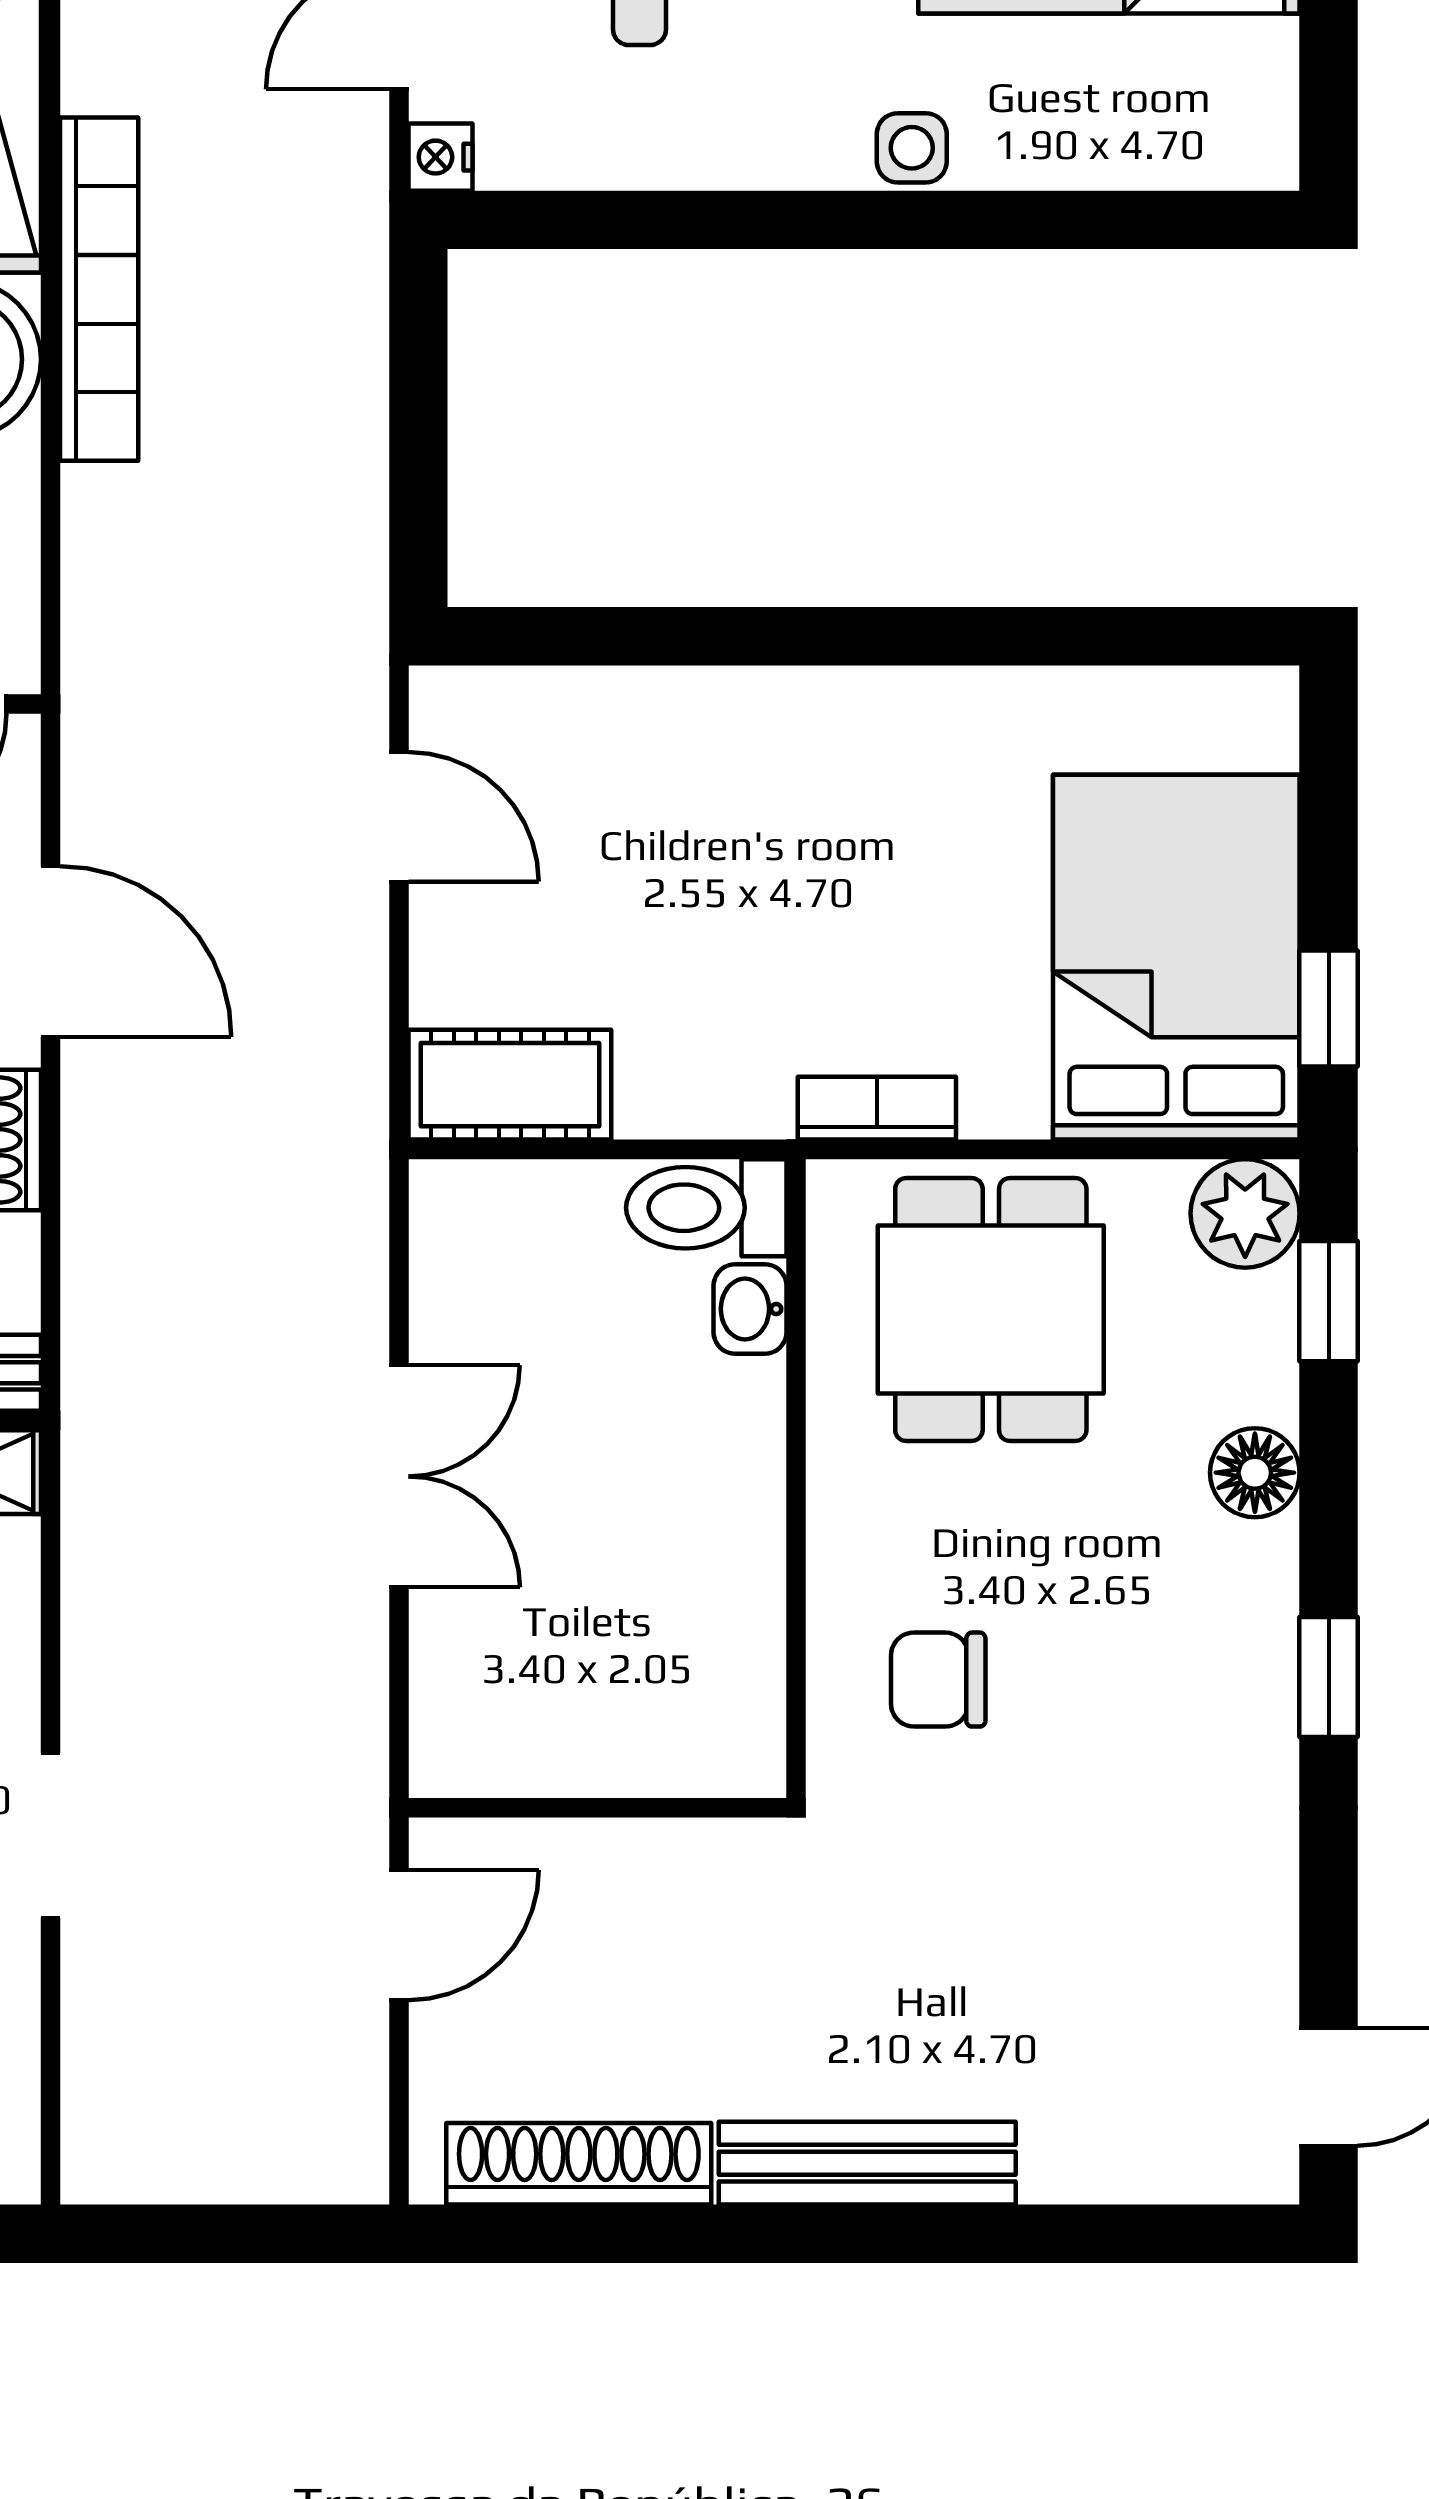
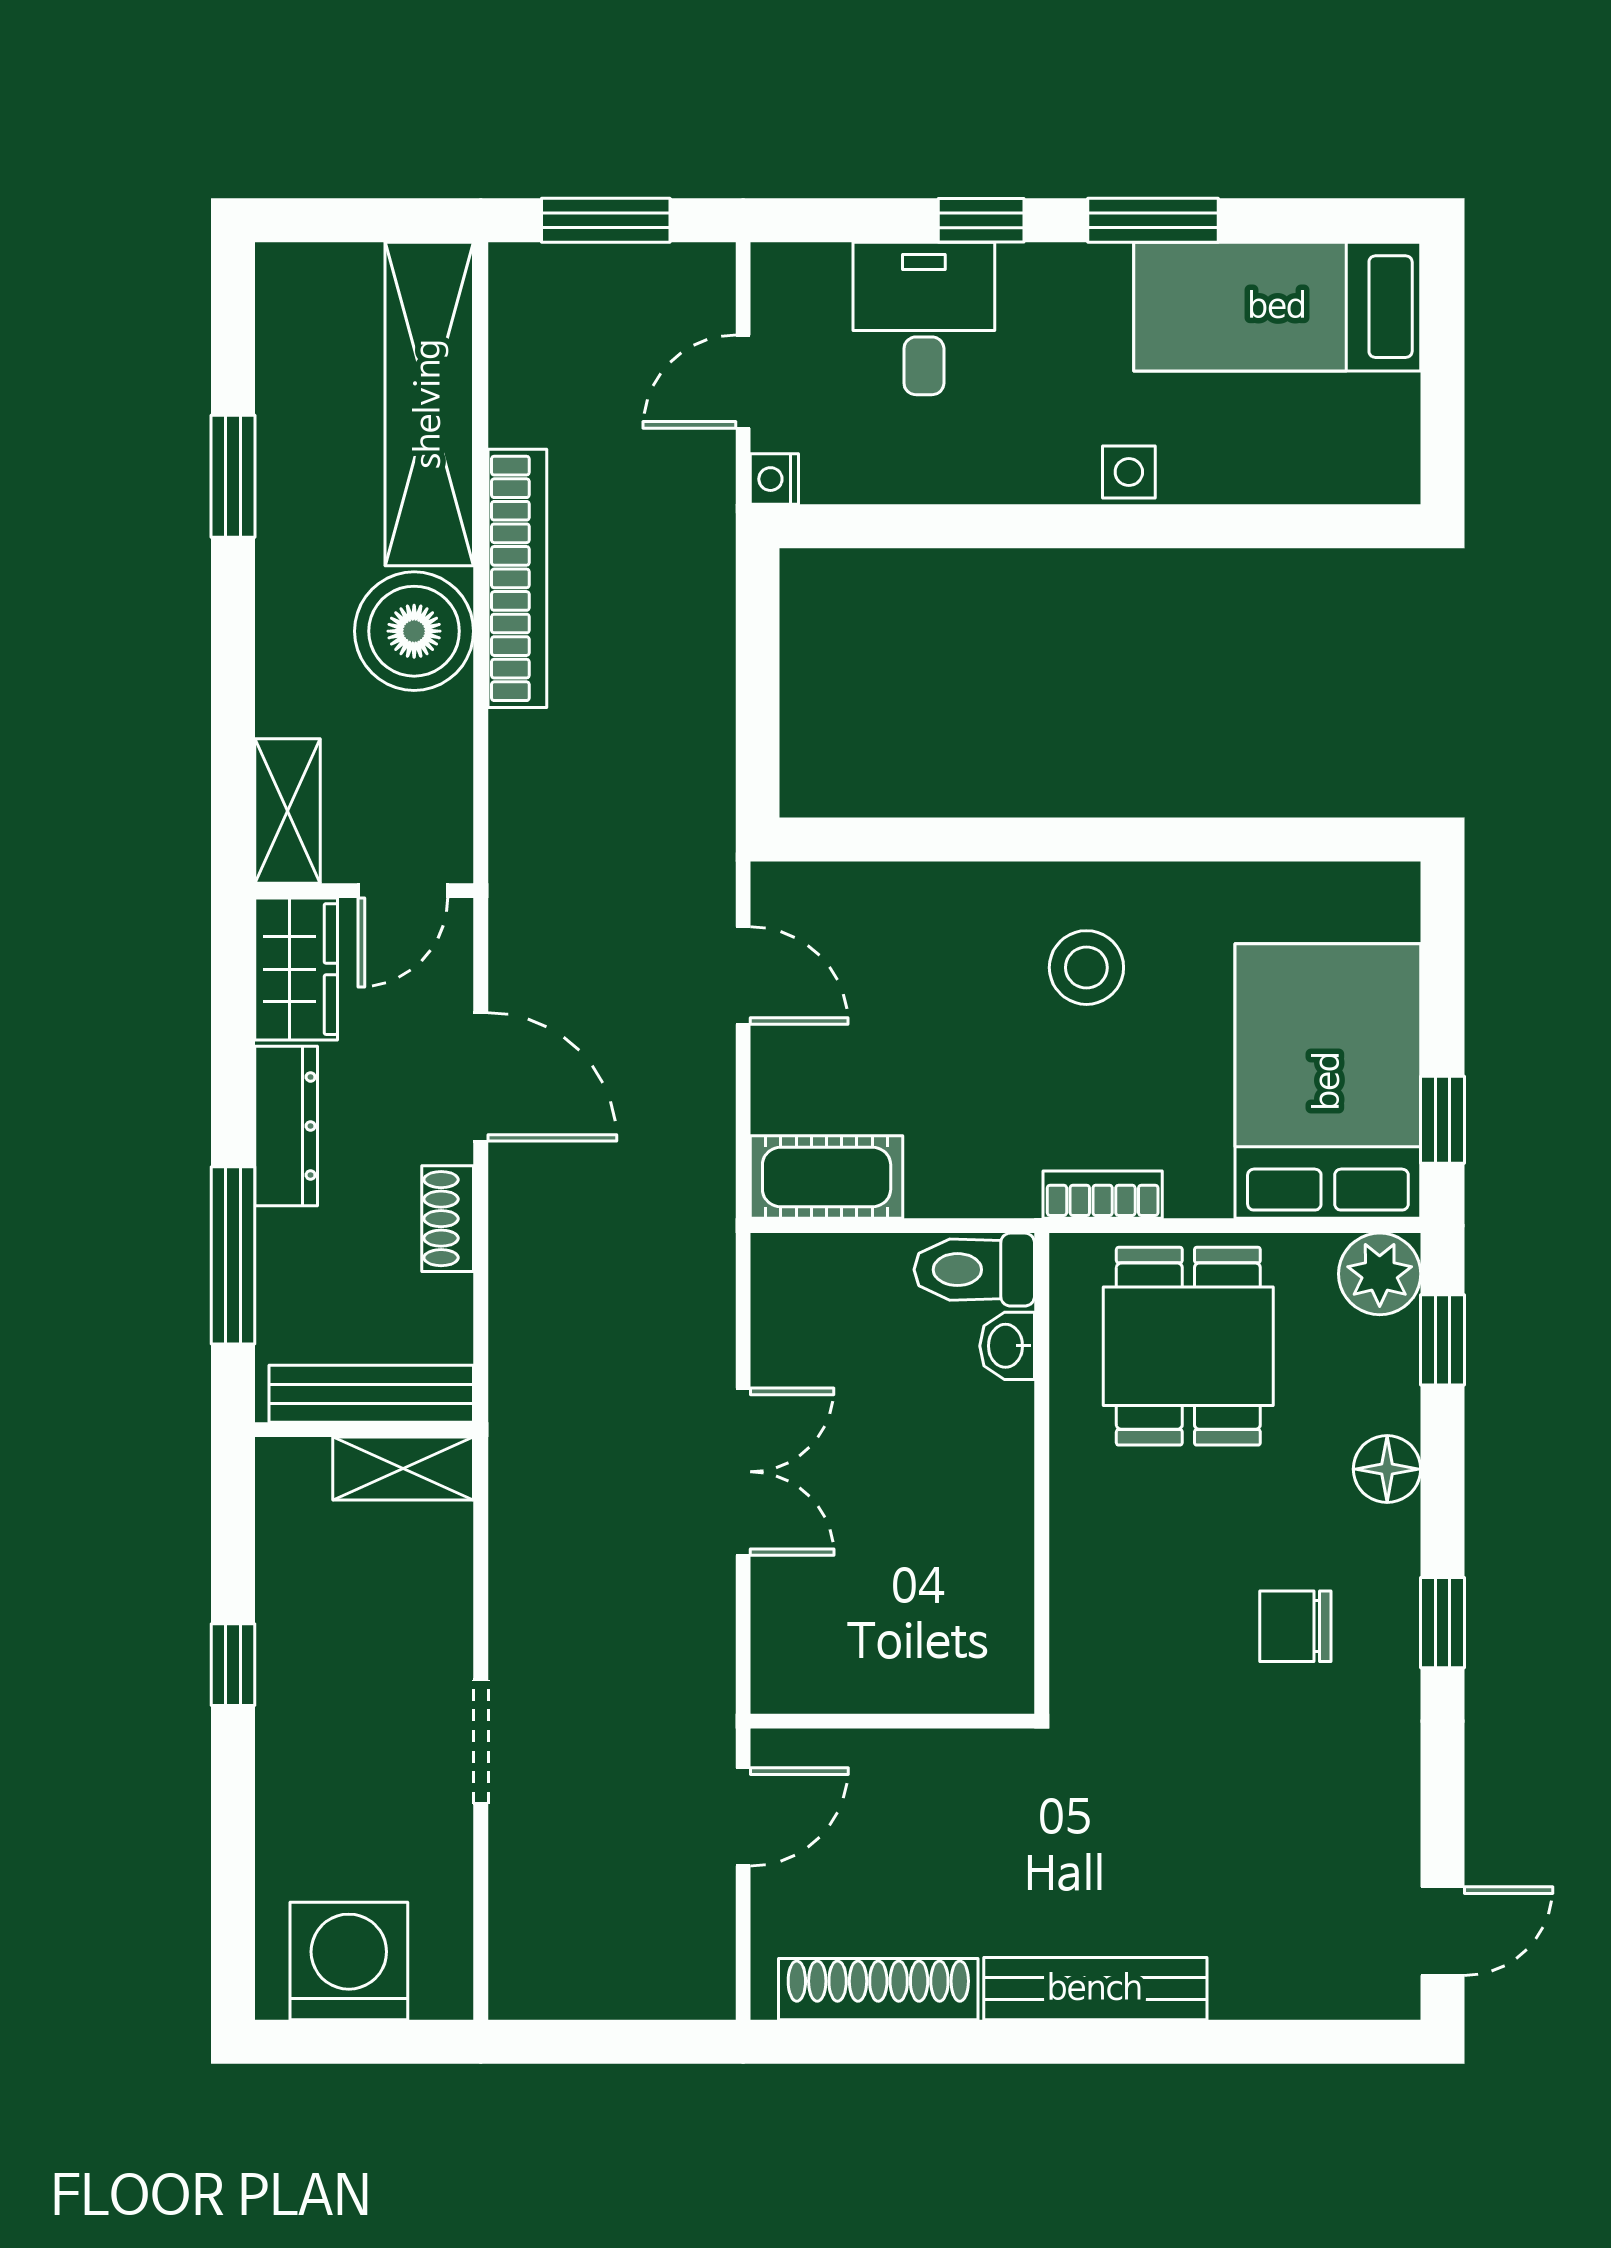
stool: (855, 806) -> (1086, 968), added
chair: (938, 1680) -> (1295, 1626), moved

